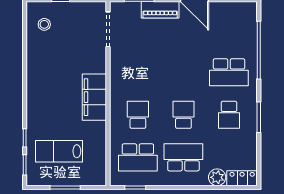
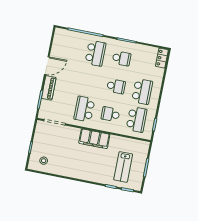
school desk: (138, 72) -> (84, 109), added
school desk: (183, 115) -> (116, 86), turned 180
school desk: (183, 157) -> (142, 91), turned 180
plant: (217, 177) -> (158, 73), removed

